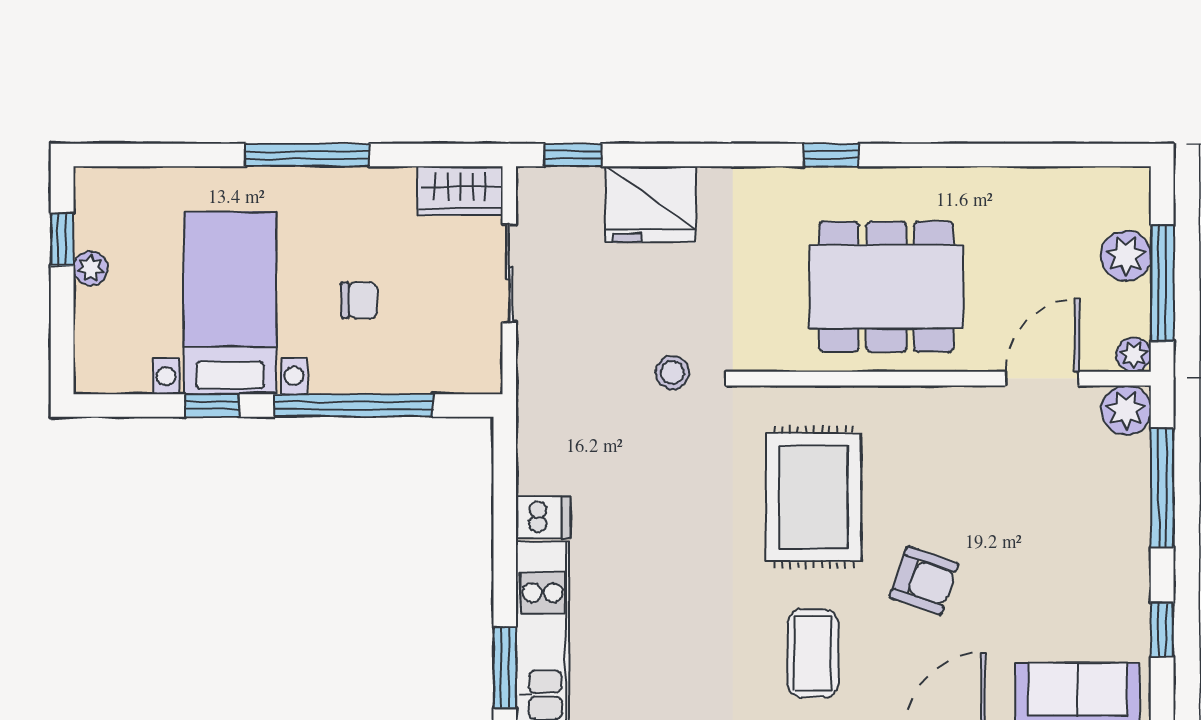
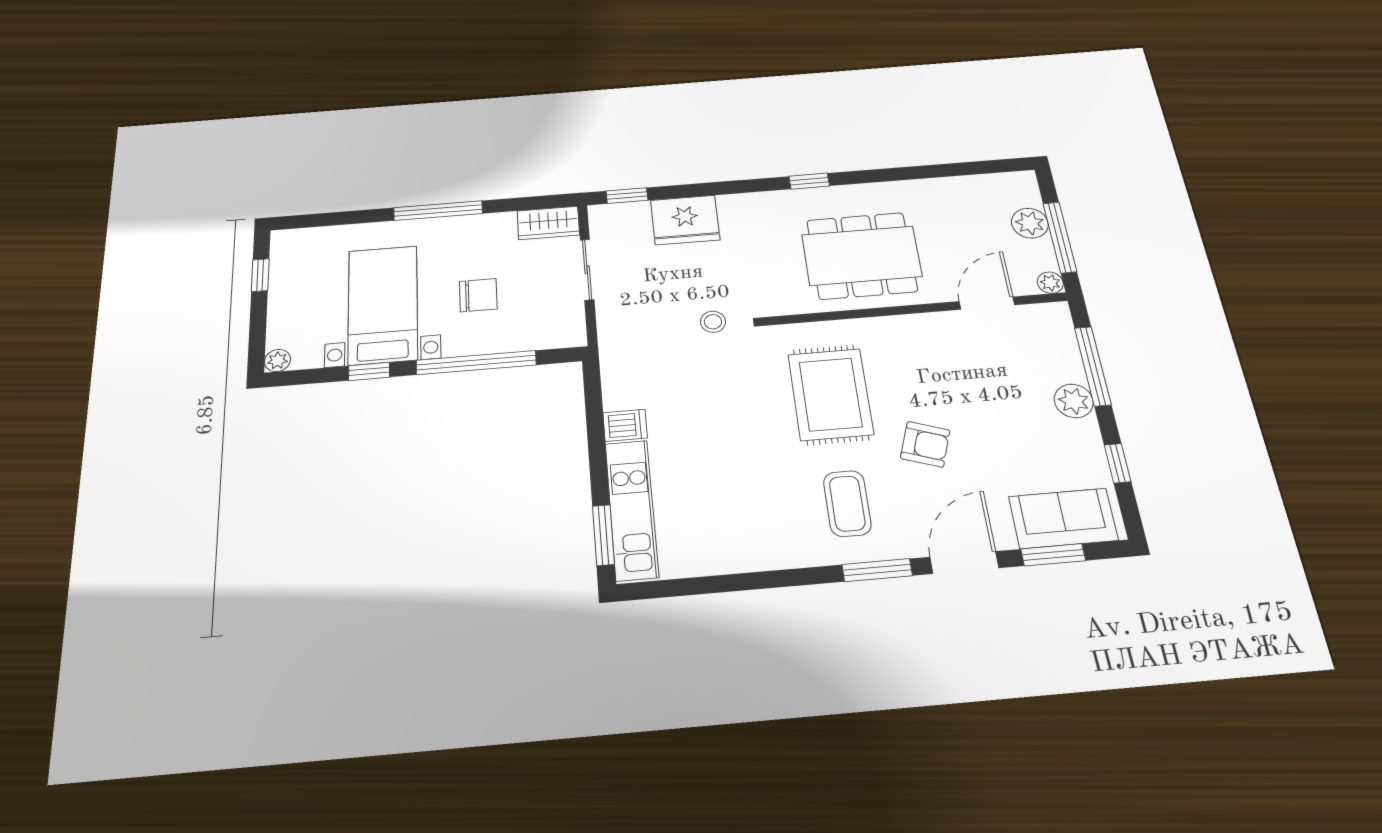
plant: (90, 268) -> (278, 361), moved
chair: (359, 300) -> (478, 295), width x1.37, depth x1.37
plant: (1126, 410) -> (1074, 401), moved

